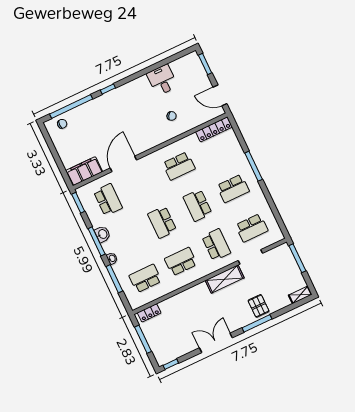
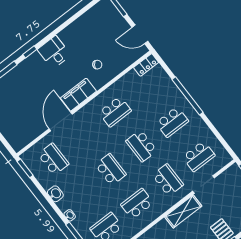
desk: (162, 80) -> (54, 52), moved
locker: (214, 129) -> (146, 65), width x0.66
window: (254, 166) -> (187, 96), width x1.46
filing cabinet: (84, 171) -> (78, 95), moved
school desk: (162, 222) -> (111, 170), turned 180
window: (97, 241) -> (51, 202), removed

